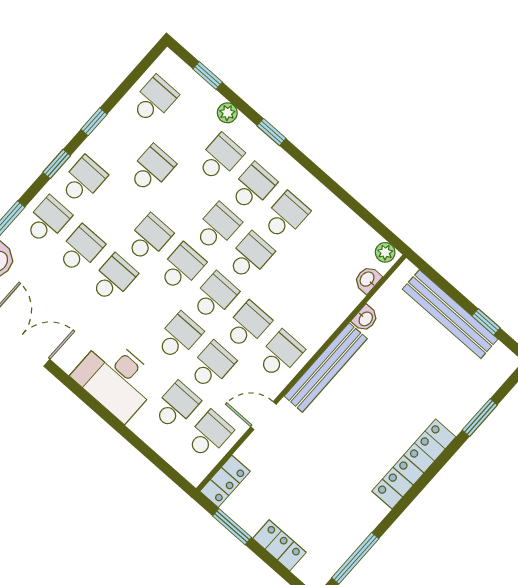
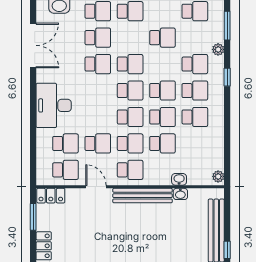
window: (208, 76) -> (227, 26), width x1.50
washbasin: (367, 279) -> (179, 179), moved
school desk: (179, 337) -> (162, 143), moved

